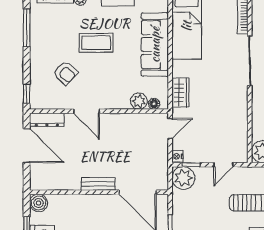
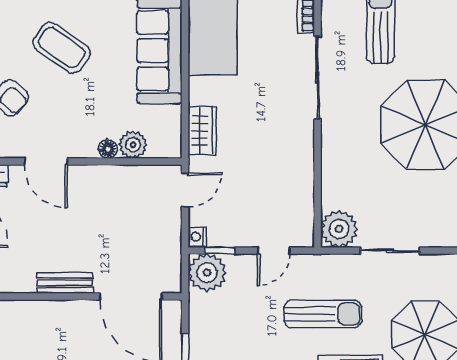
coffee table: (96, 43) -> (62, 48), turned 35
floor lamp: (154, 104) -> (108, 149), moved

